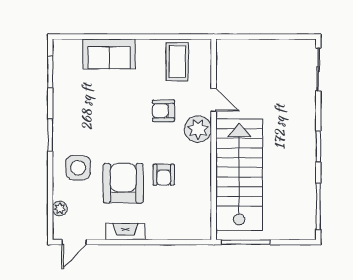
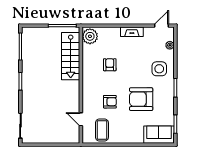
sofa: (109, 54) -> (159, 135), moved
door: (214, 100) -> (81, 119), moved
plant: (198, 129) -> (90, 36), moved
stairs: (239, 175) -> (71, 56), width x0.73, depth x0.66
armchair: (123, 183) -> (141, 99), moved, turned 90

